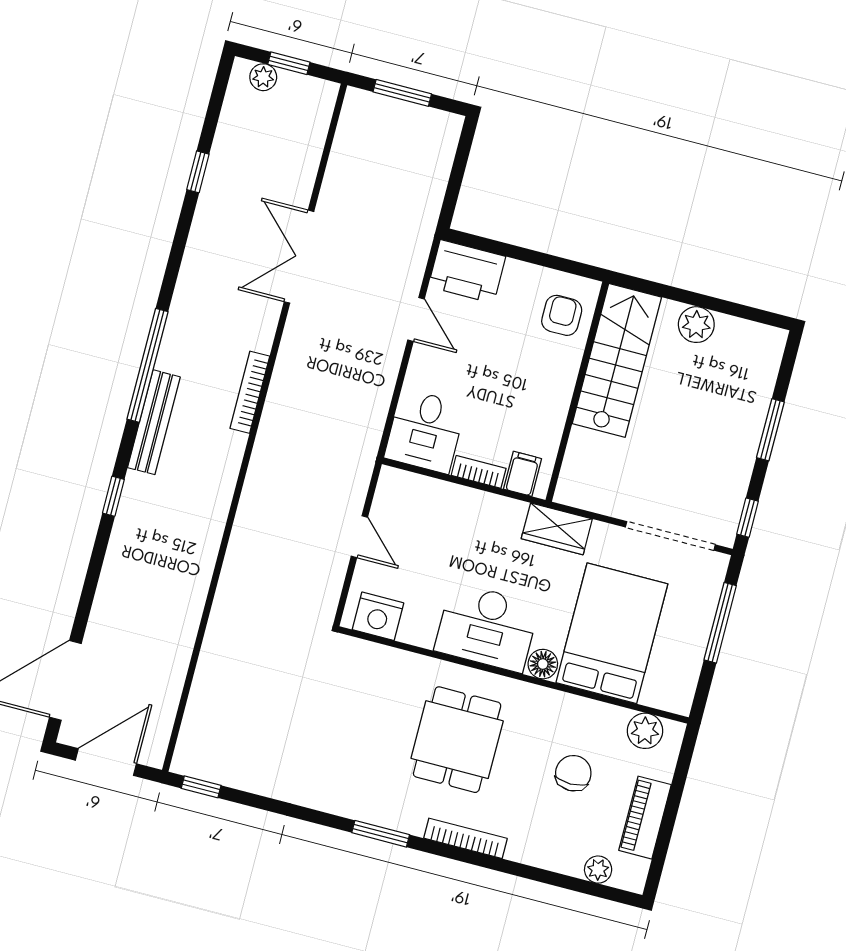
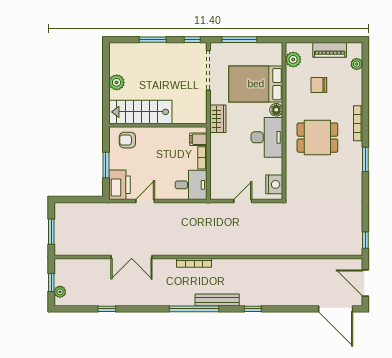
window: (518, 253) -> (106, 165), added

